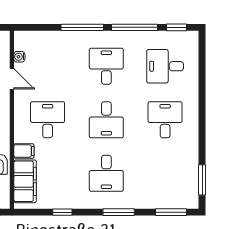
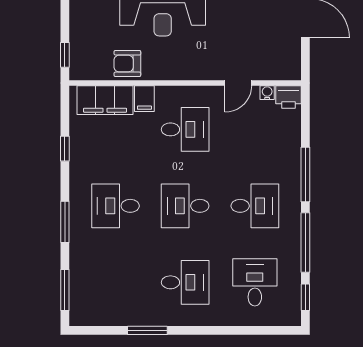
printer: (23, 40) -> (289, 97), added
window: (202, 180) -> (147, 330), moved

